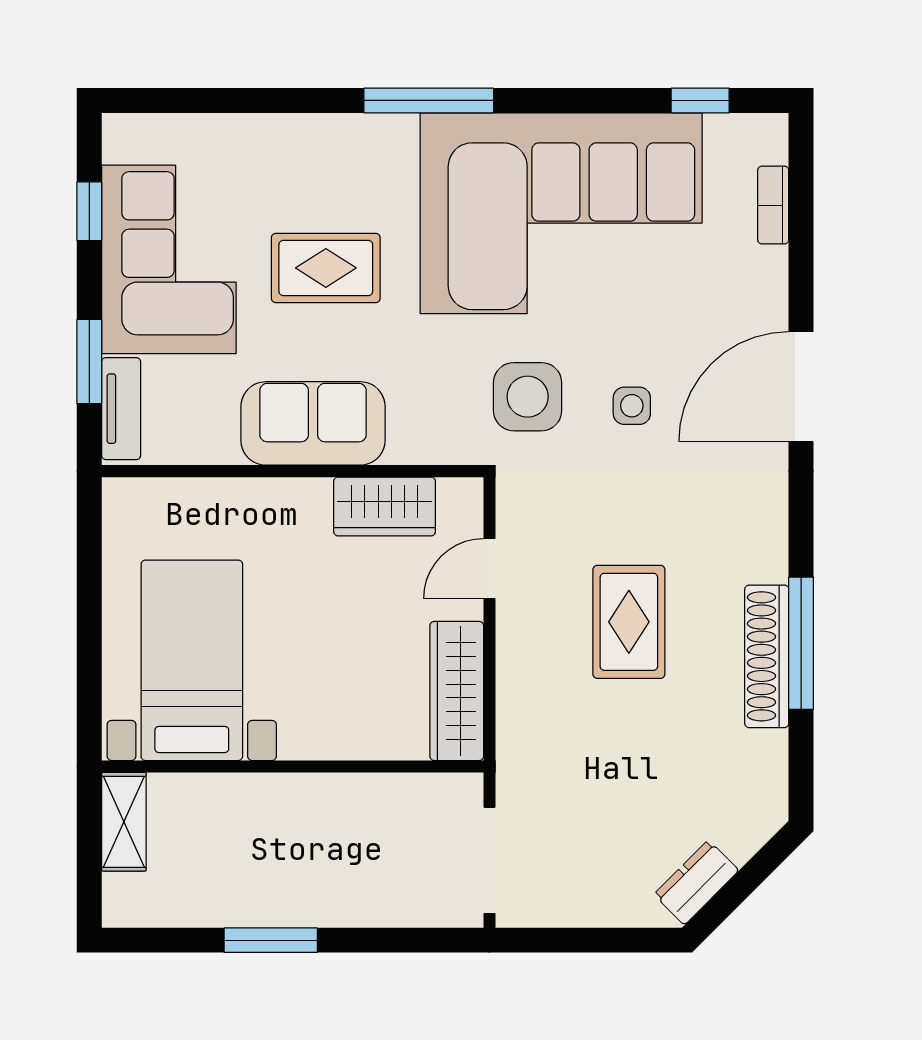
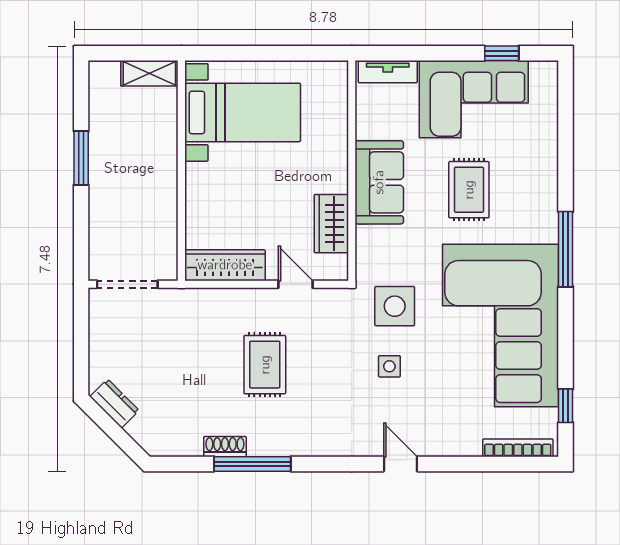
bookcase: (773, 205) -> (518, 448), width x1.56
window: (89, 361) -> (415, 53), removed
door: (801, 387) -> (400, 464), width x0.53
rug: (629, 622) -> (265, 365), turned 90
shoe rack: (767, 656) -> (225, 447), width x0.51, depth x0.81

